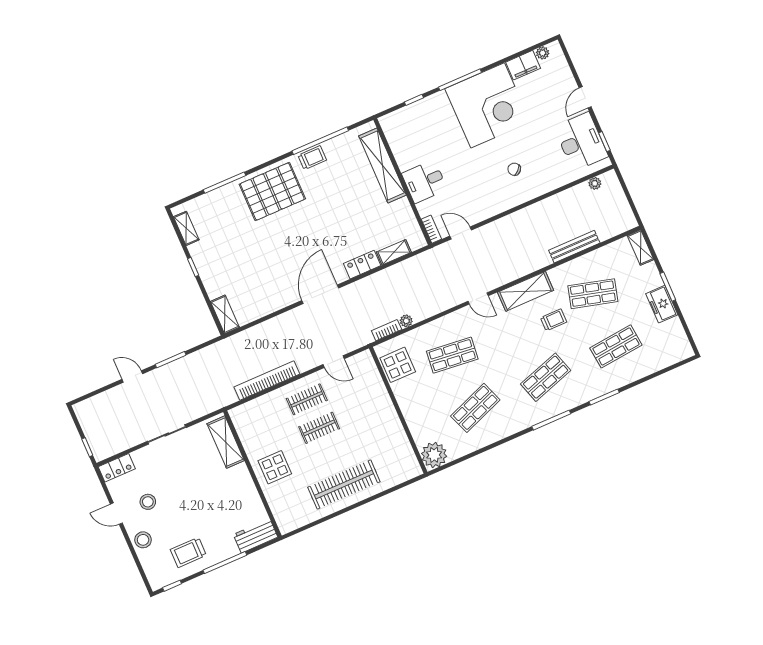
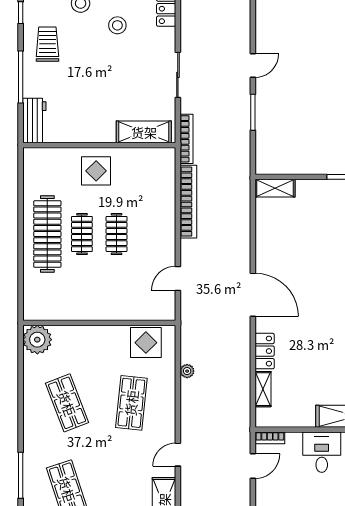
bookcase: (387, 330) -> (186, 139), moved, width x1.56
clothes rail: (307, 399) -> (82, 234), moved

